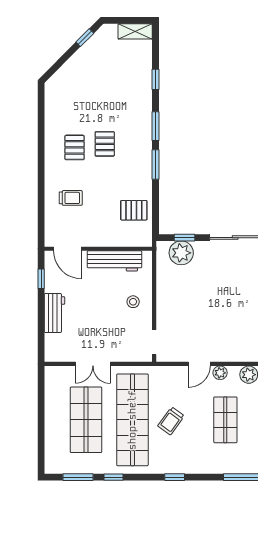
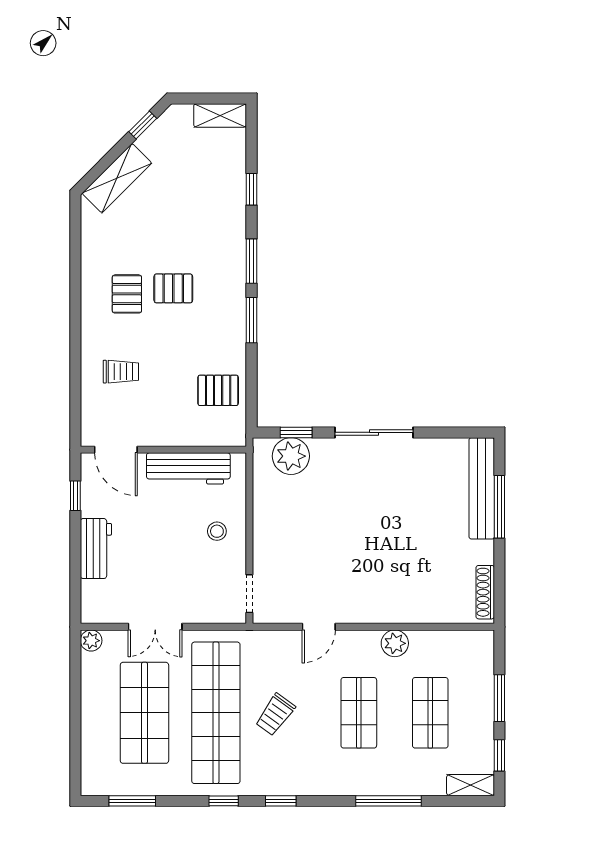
shelving: (68, 72) -> (117, 178), added
pallet: (105, 144) -> (173, 288), turned 90
plant: (220, 373) -> (91, 641), moved
window: (113, 477) -> (224, 801), moved

